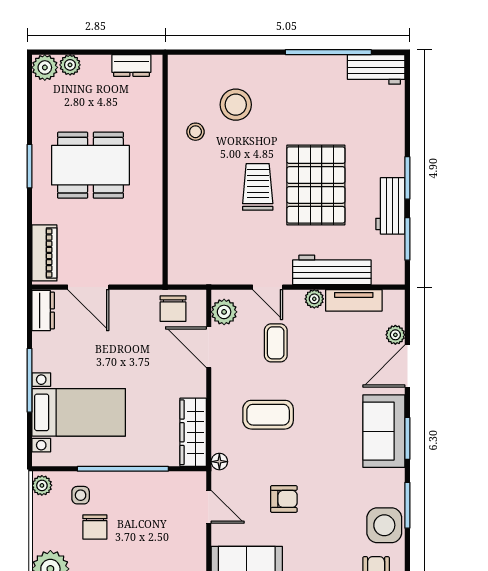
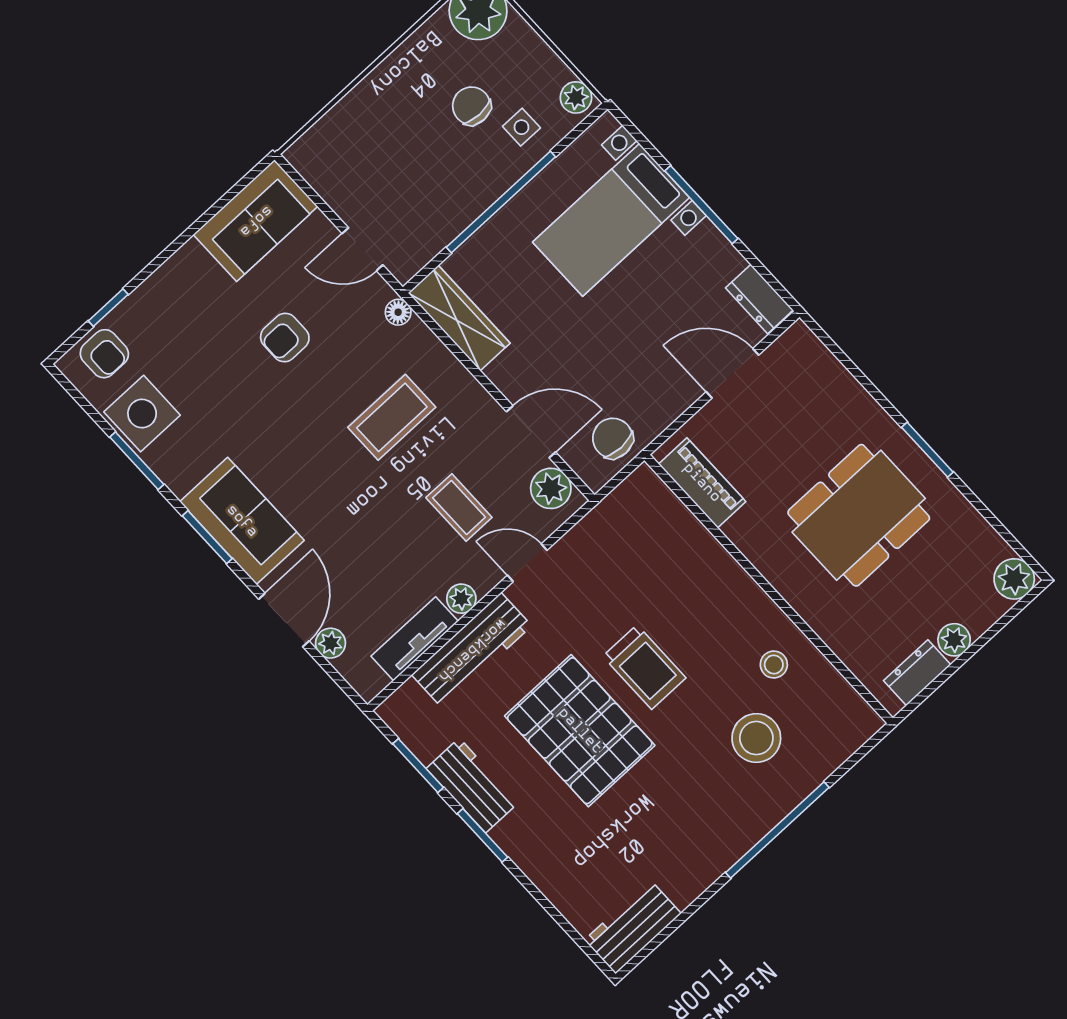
window: (328, 52) -> (777, 830), moved
plant: (70, 65) -> (954, 640), moved
piano: (44, 253) -> (702, 483), moved, turned 180

